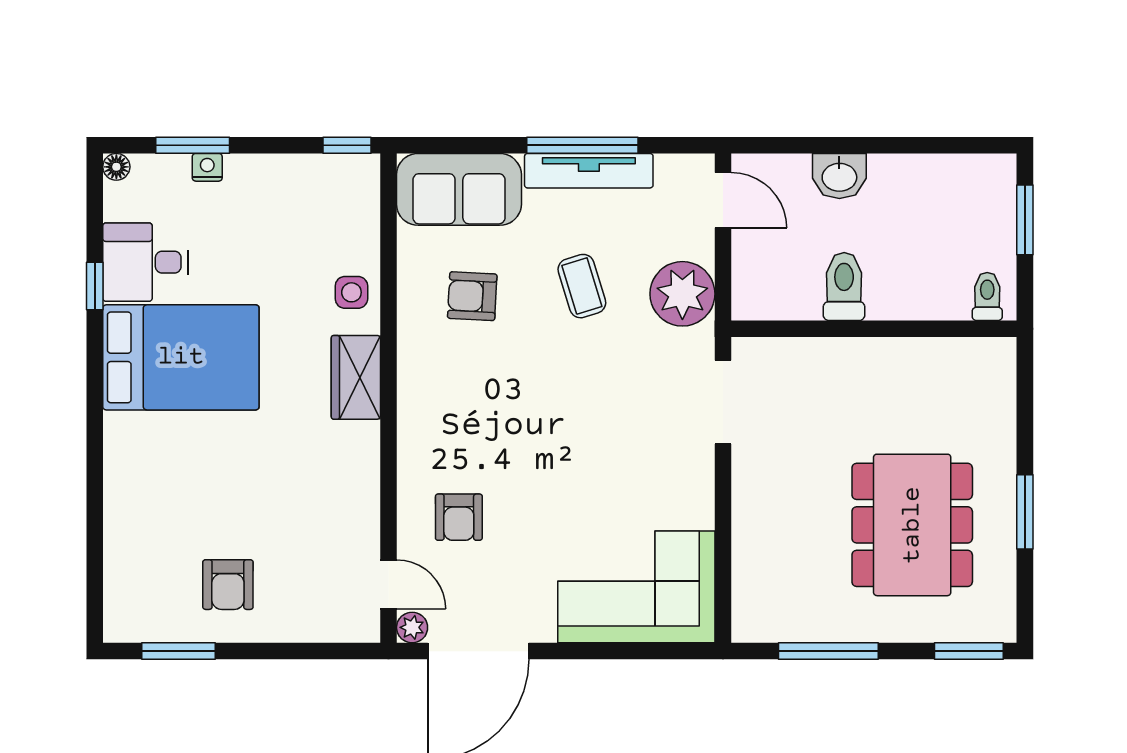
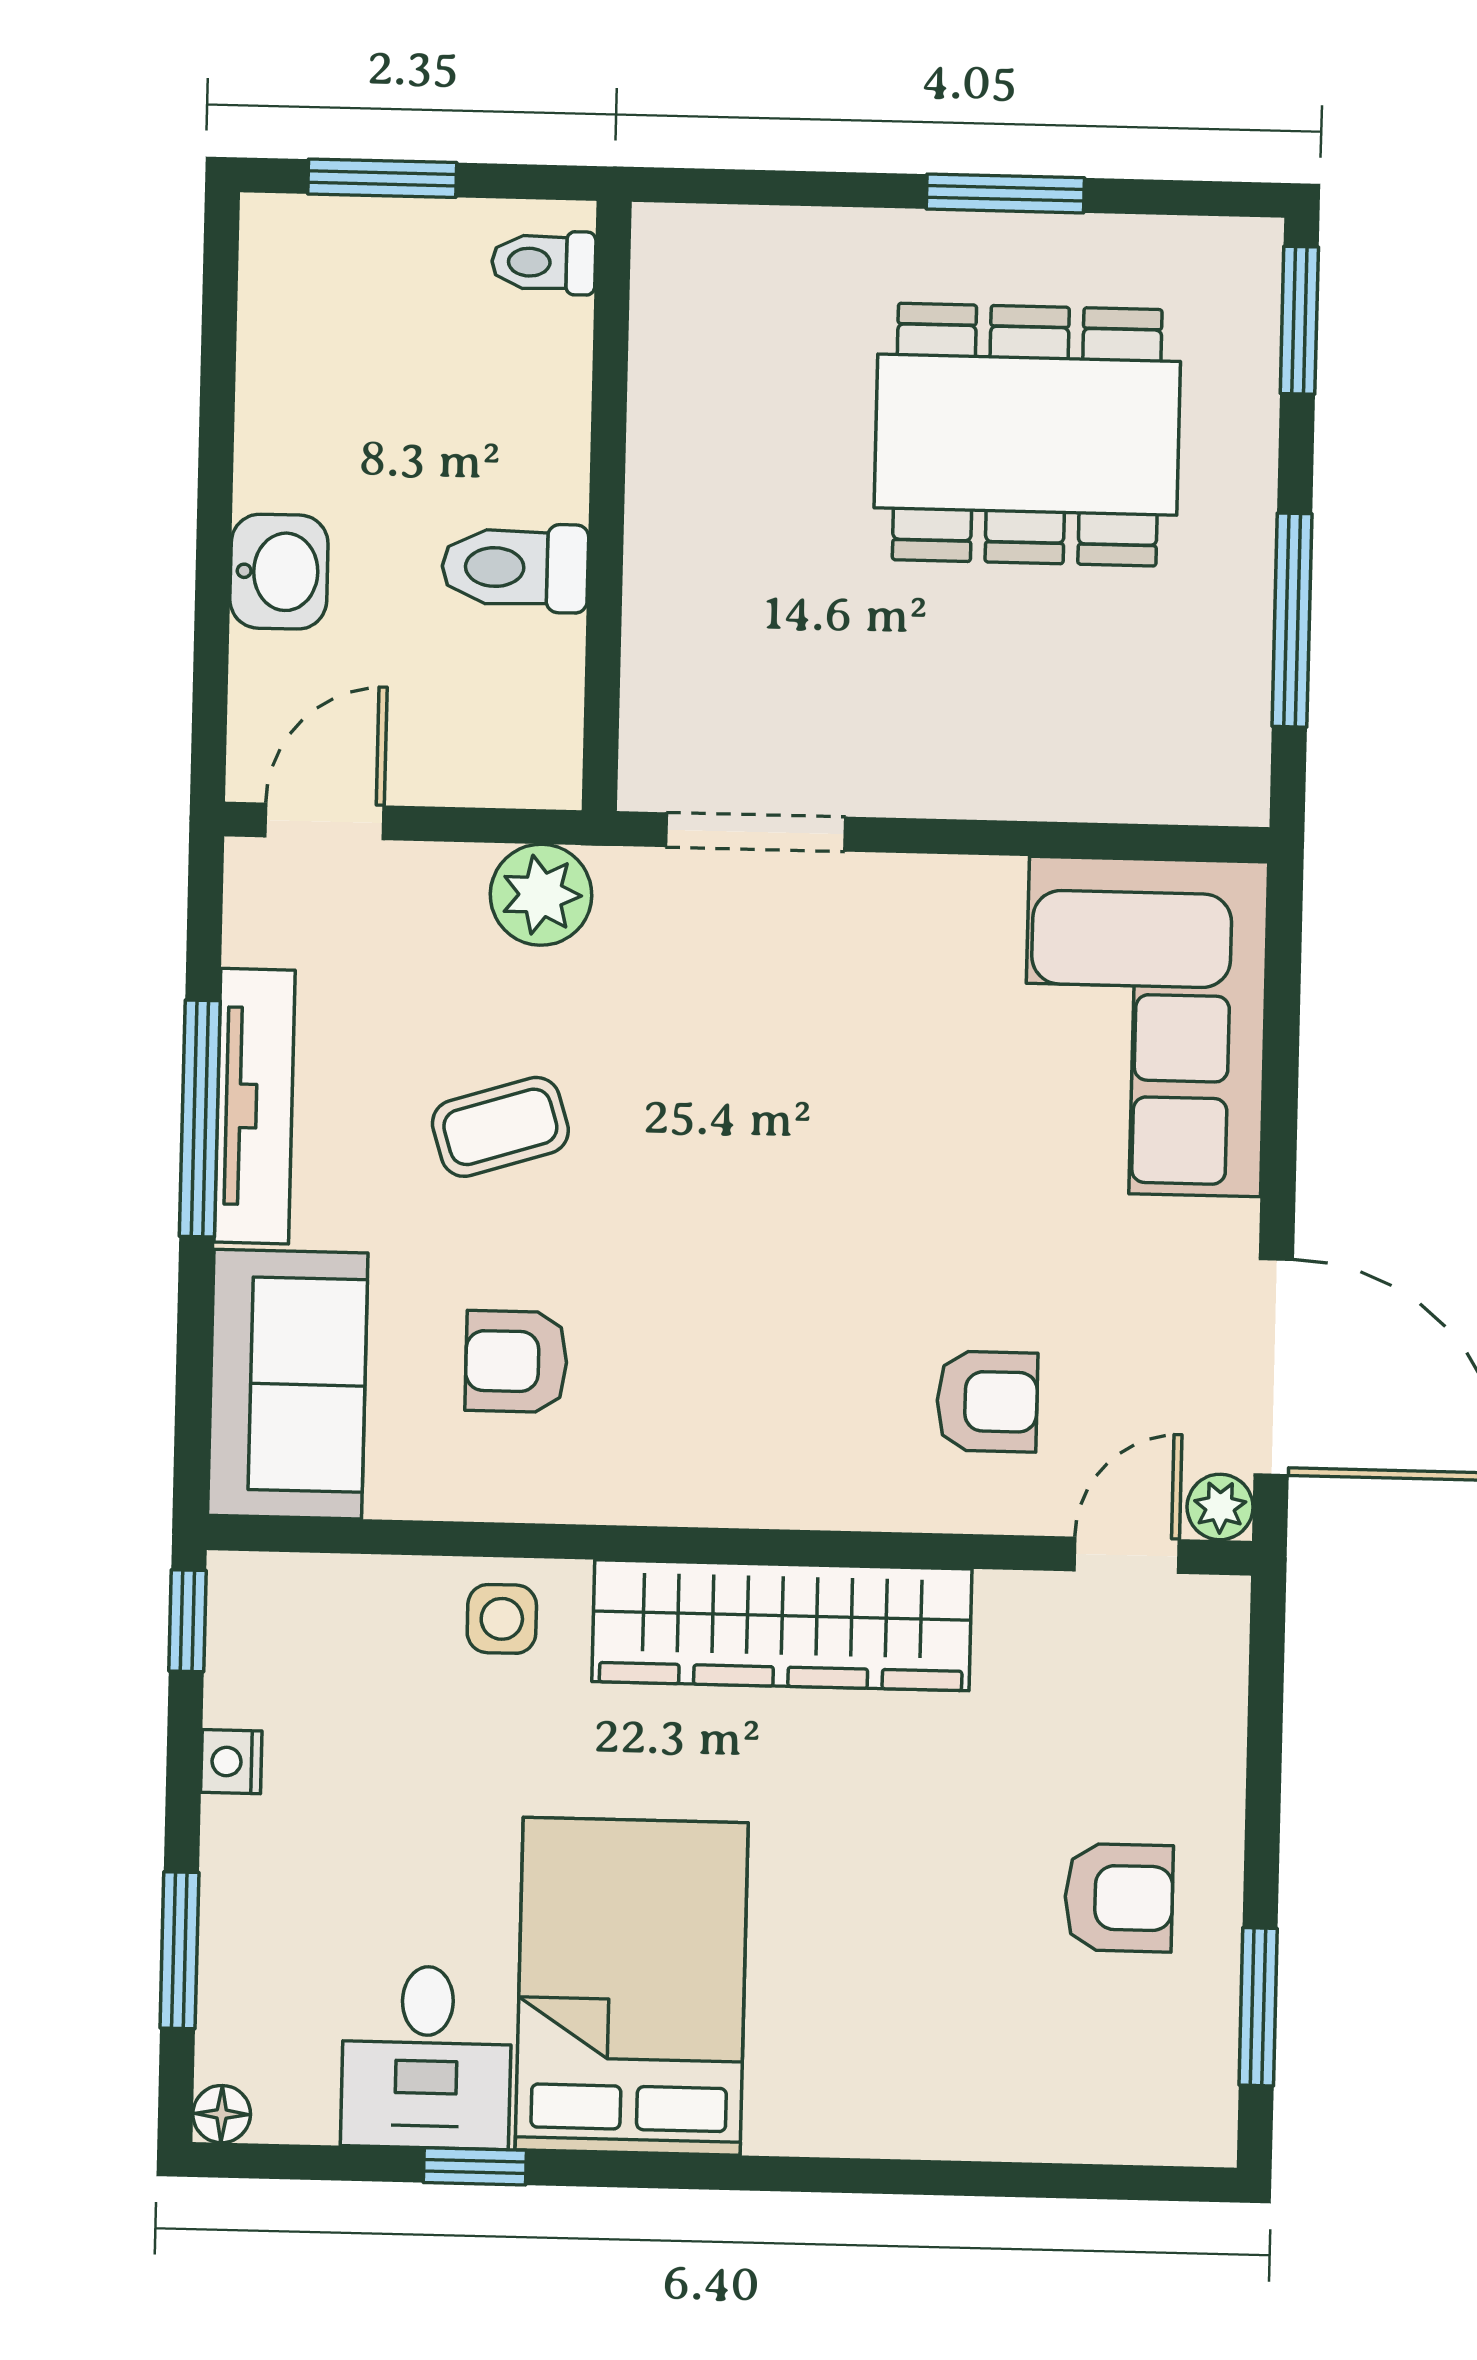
nightstand: (207, 167) -> (231, 1762), moved
plant: (682, 294) -> (541, 895), width x0.73, depth x0.73
armchair: (472, 296) -> (516, 1361), turned 87
wardrobe: (356, 377) -> (782, 1625), width x2.10, depth x1.17

